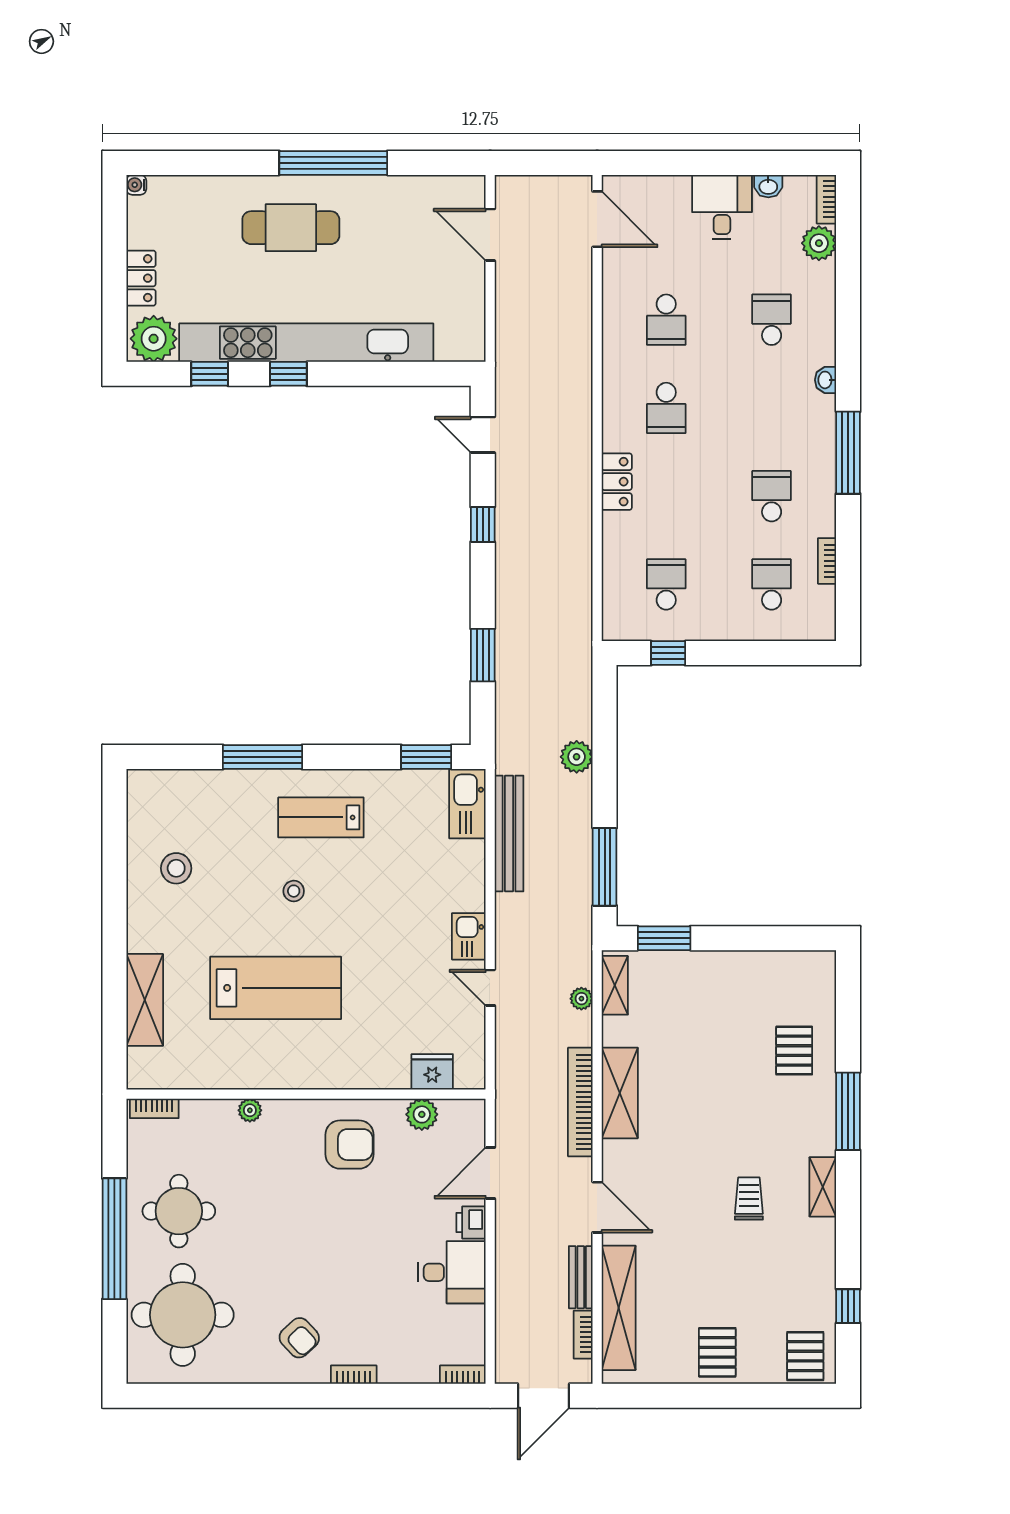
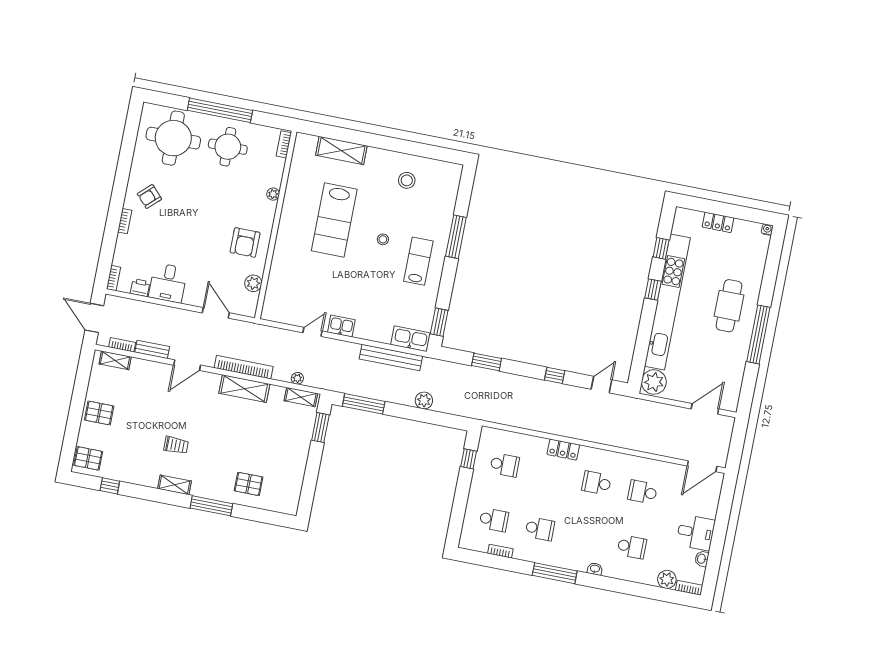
plant: (154, 339) -> (654, 382), moved
fridge: (432, 1072) -> (274, 293), removed
printer: (471, 1222) -> (140, 288), moved
shelving: (619, 1308) -> (115, 360), width x0.45, depth x0.75

